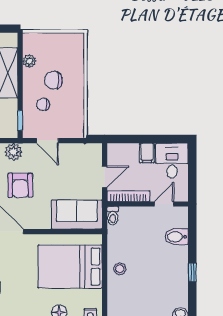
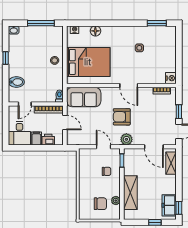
chair: (54, 80) -> (100, 204), moved
printer: (129, 151) -> (48, 140), added
door: (105, 177) -> (65, 122), swing flipped
armchair: (20, 185) -> (122, 117), turned -90

